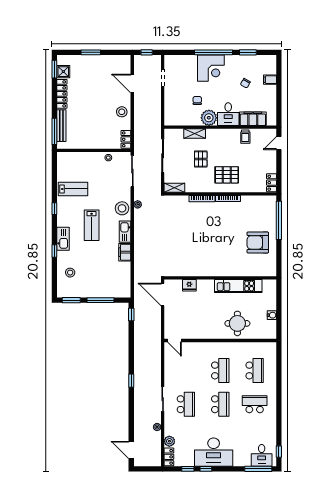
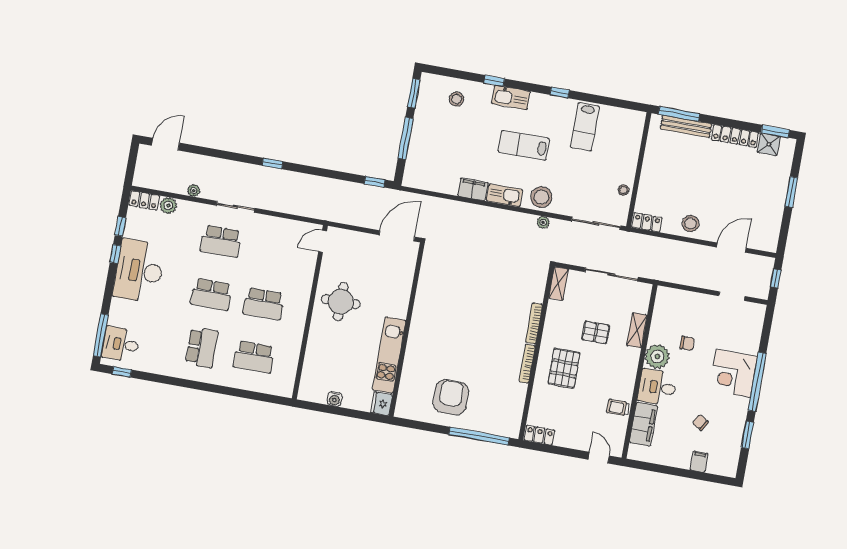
fridge: (189, 285) -> (382, 404), moved
round table: (237, 323) -> (341, 302), moved

